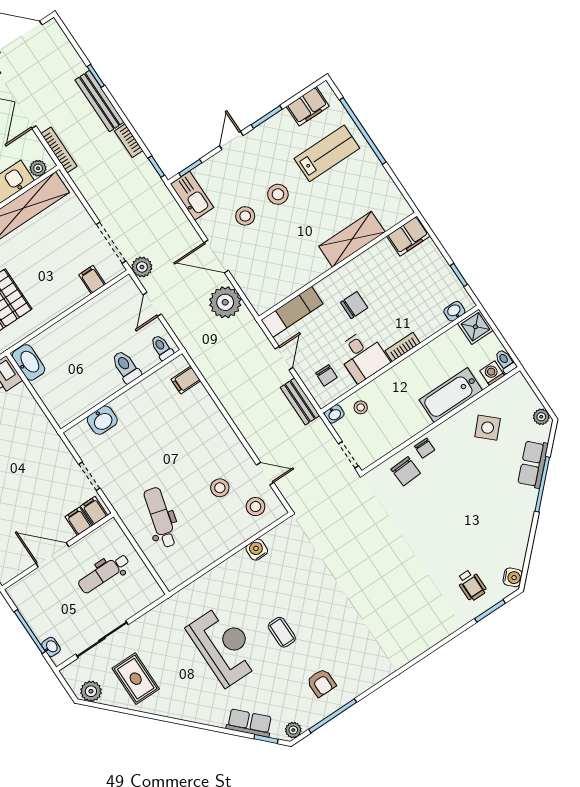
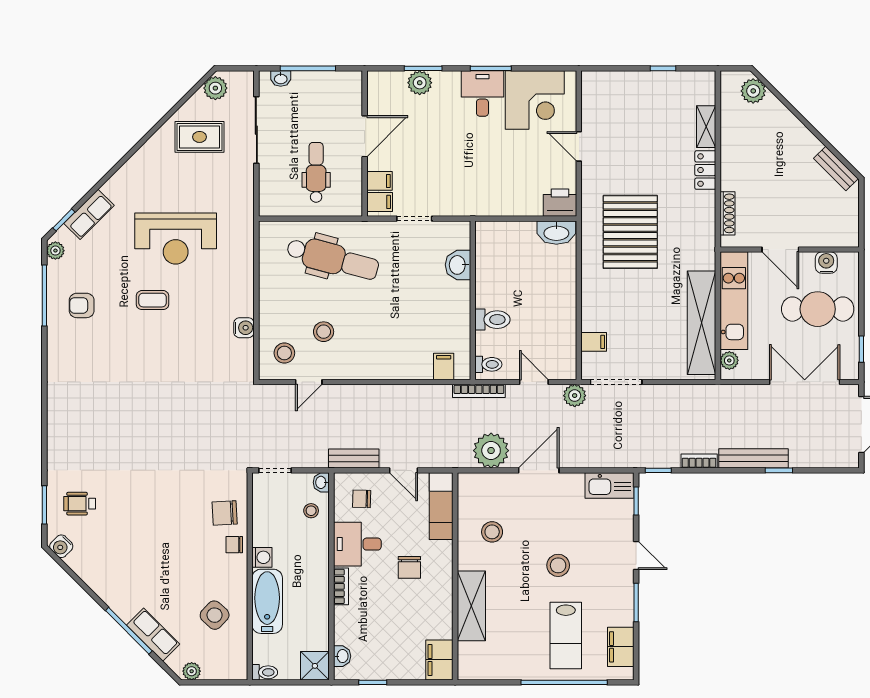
bookcase: (59, 150) -> (479, 391), moved
stool: (245, 216) -> (492, 532), moved
washing machine: (492, 373) -> (262, 557), moved
dental chair: (160, 518) -> (333, 259), width x1.36, depth x1.38

